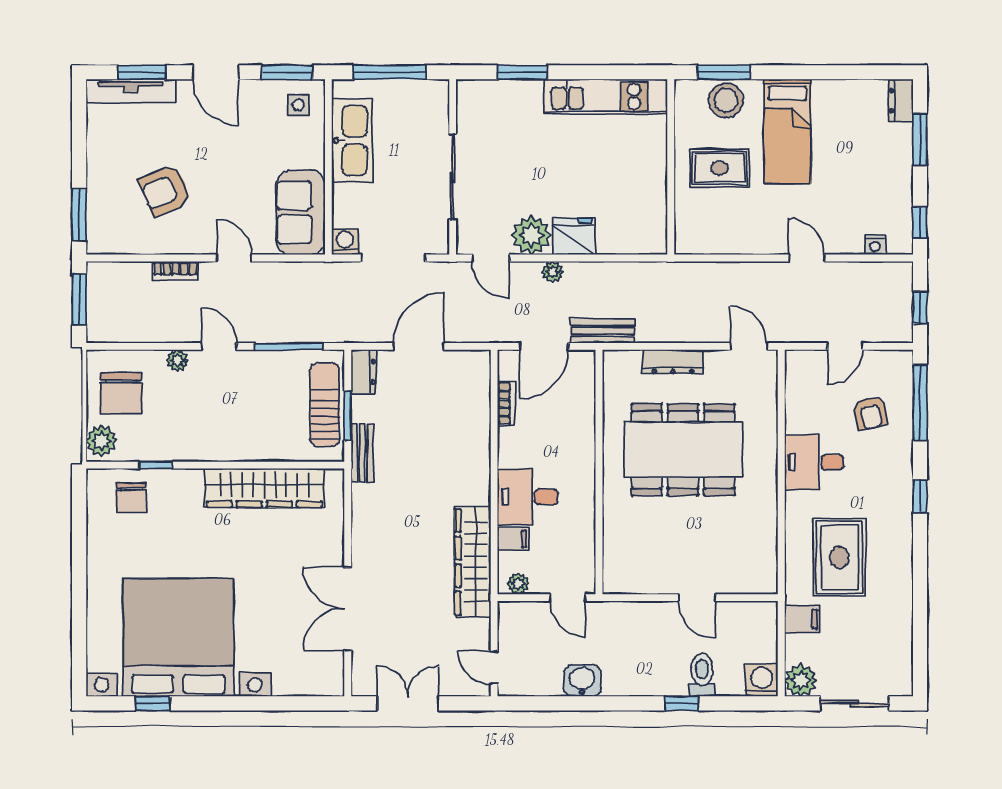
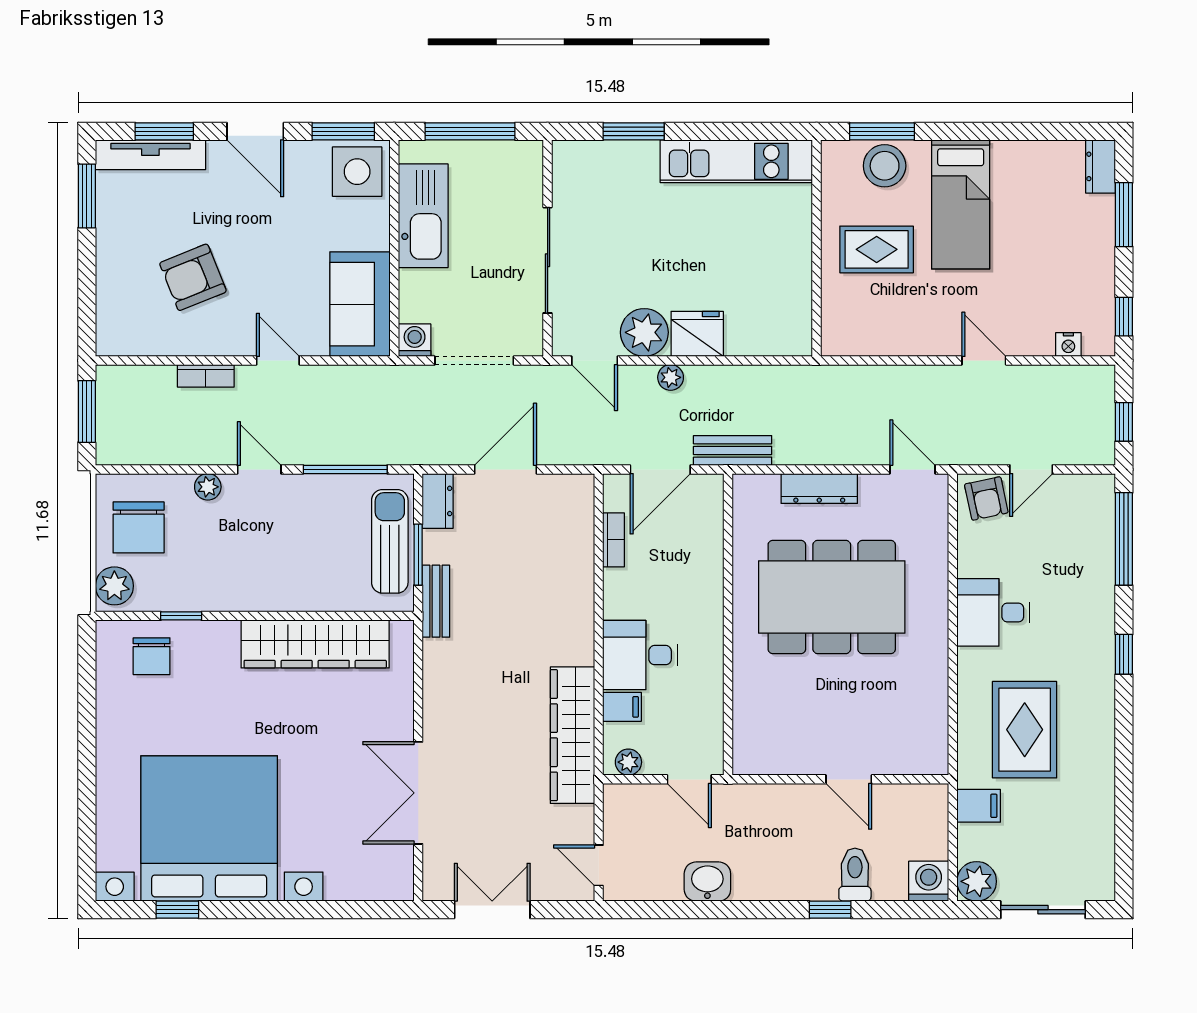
side table: (298, 105) -> (357, 172), width x1.87, depth x1.87
window: (79, 215) -> (87, 196), moved
armchair: (870, 413) -> (986, 498), moved

